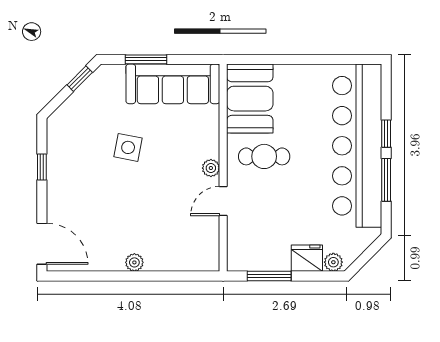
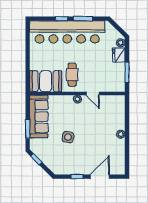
door: (42, 244) -> (100, 177), moved

